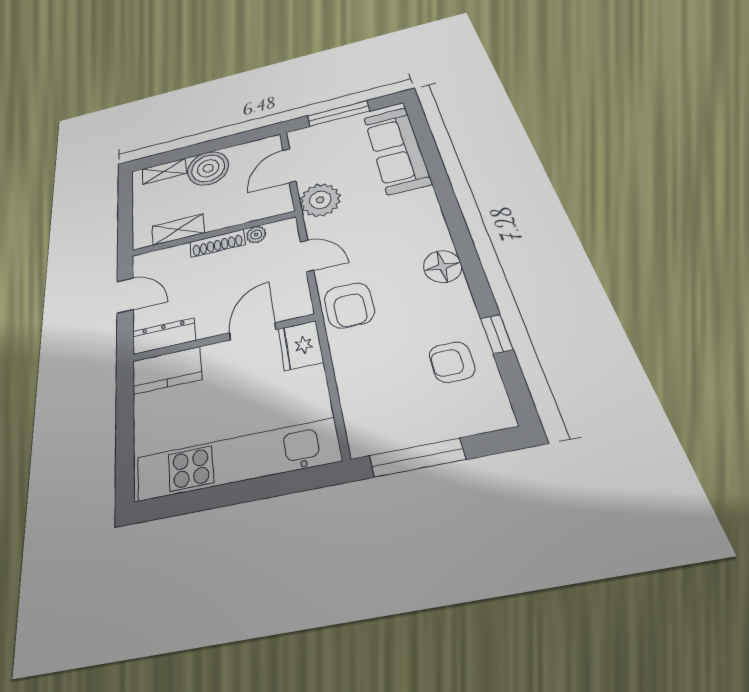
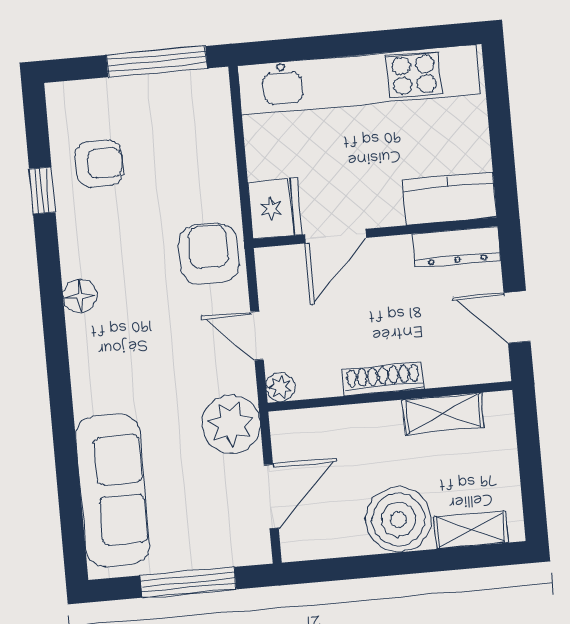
plant: (256, 235) -> (281, 387), moved
floor lamp: (442, 267) -> (80, 296), width x0.73, depth x0.73

